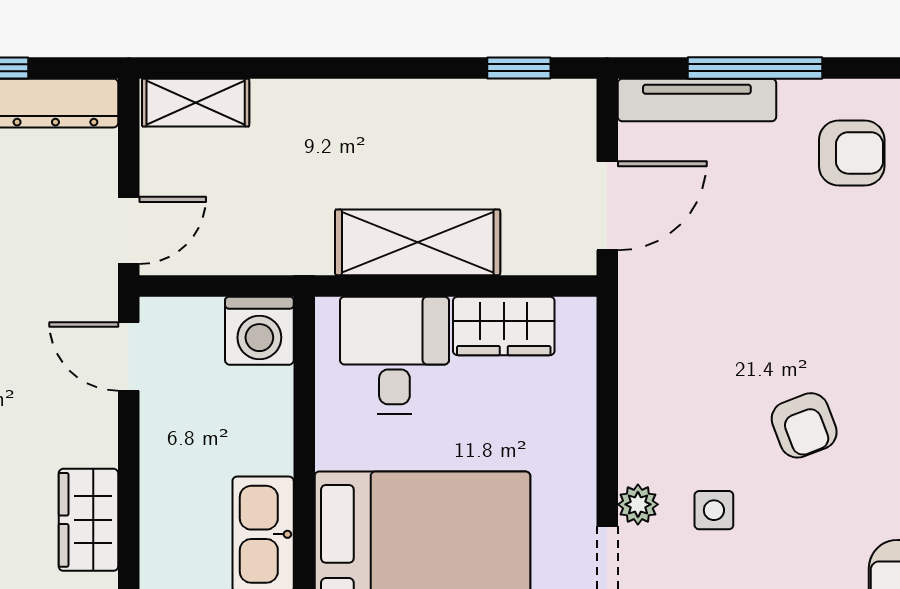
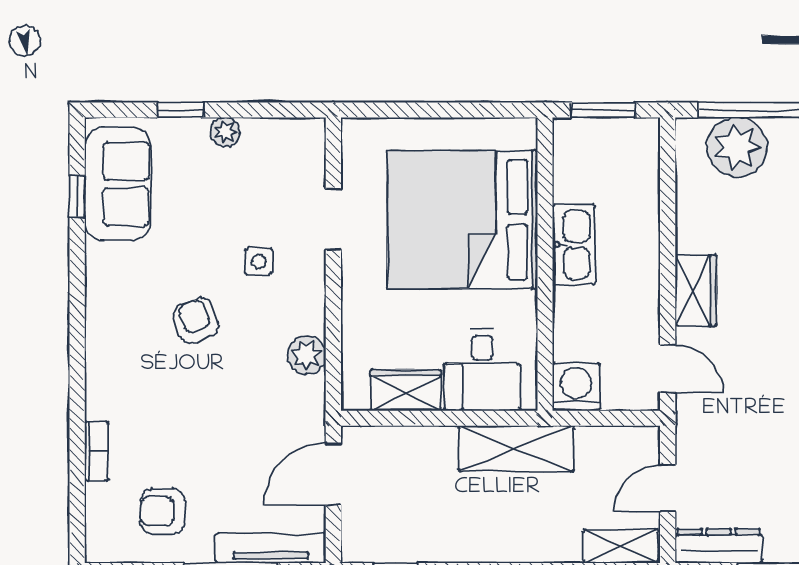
door: (129, 230) -> (668, 488), moved
shelving: (418, 242) -> (516, 449), moved
plant: (638, 504) -> (307, 355), moved, width x1.38, depth x1.38
wardrobe: (88, 520) -> (696, 290), moved

